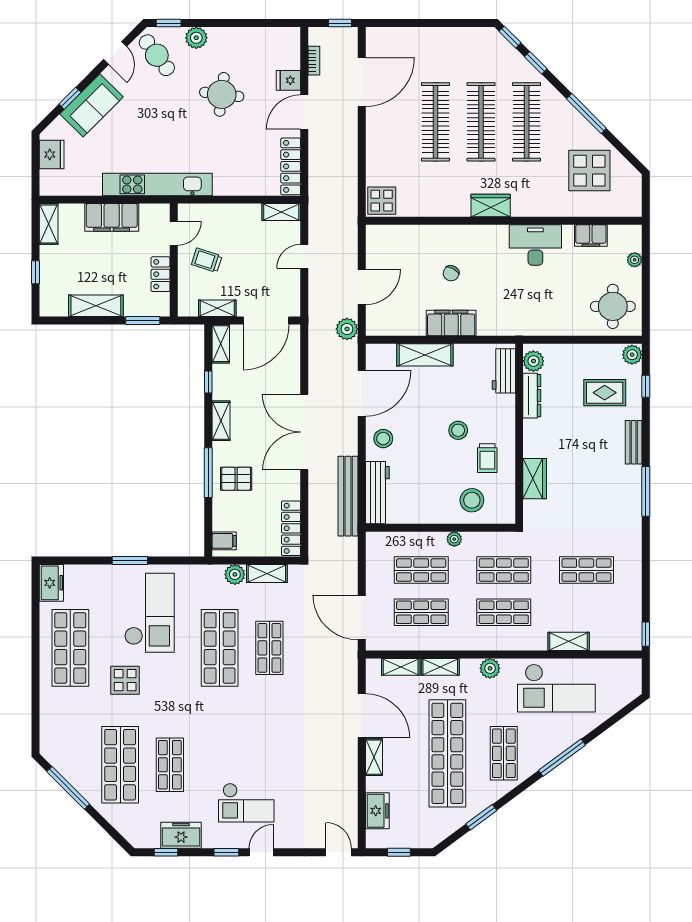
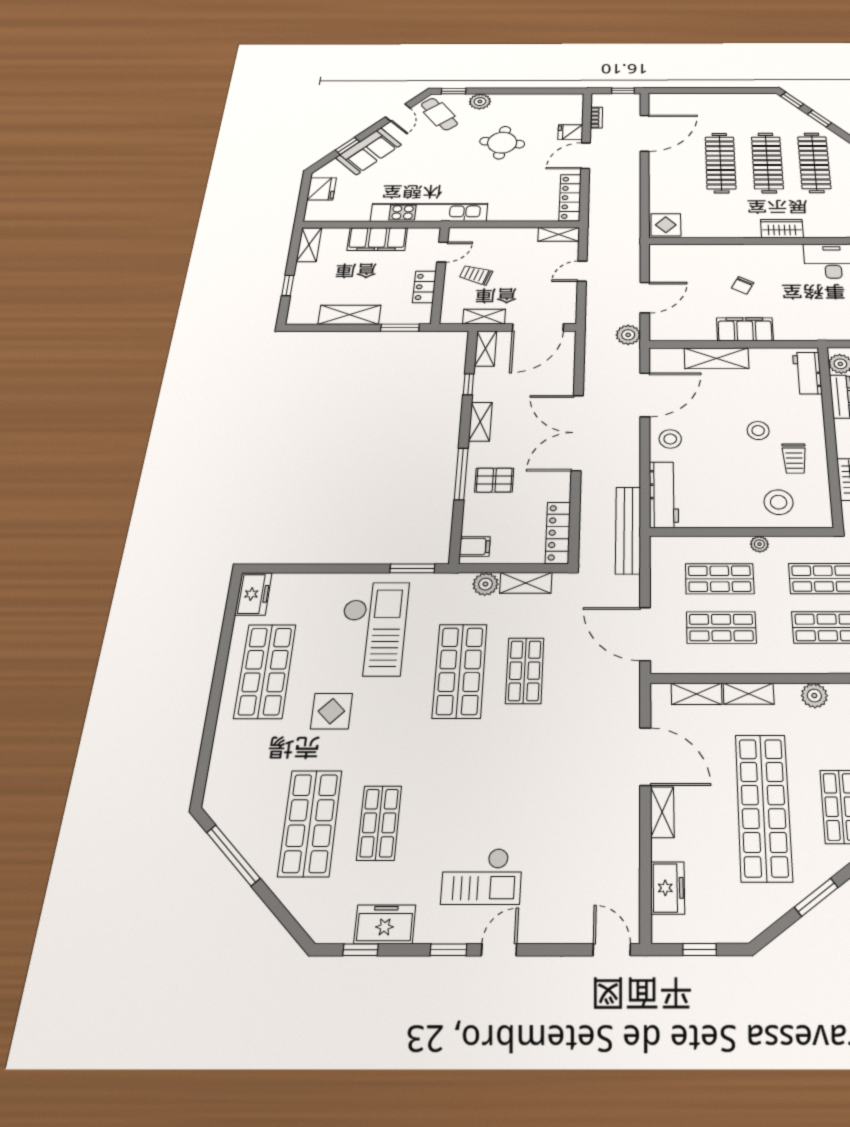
bench: (348, 496) -> (628, 530), moved
window: (130, 560) -> (412, 568), moved

